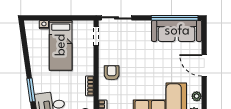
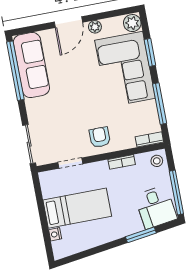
doorway: (96, 36) -> (70, 163), moved
armchair: (112, 73) -> (100, 137), turned 90
plant: (197, 96) -> (95, 27), moved

